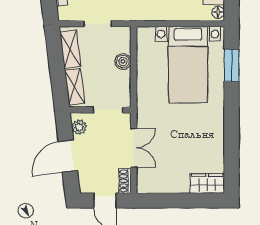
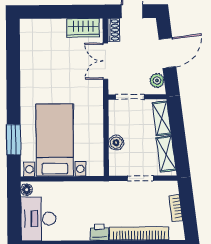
wardrobe: (207, 183) -> (83, 28), moved

